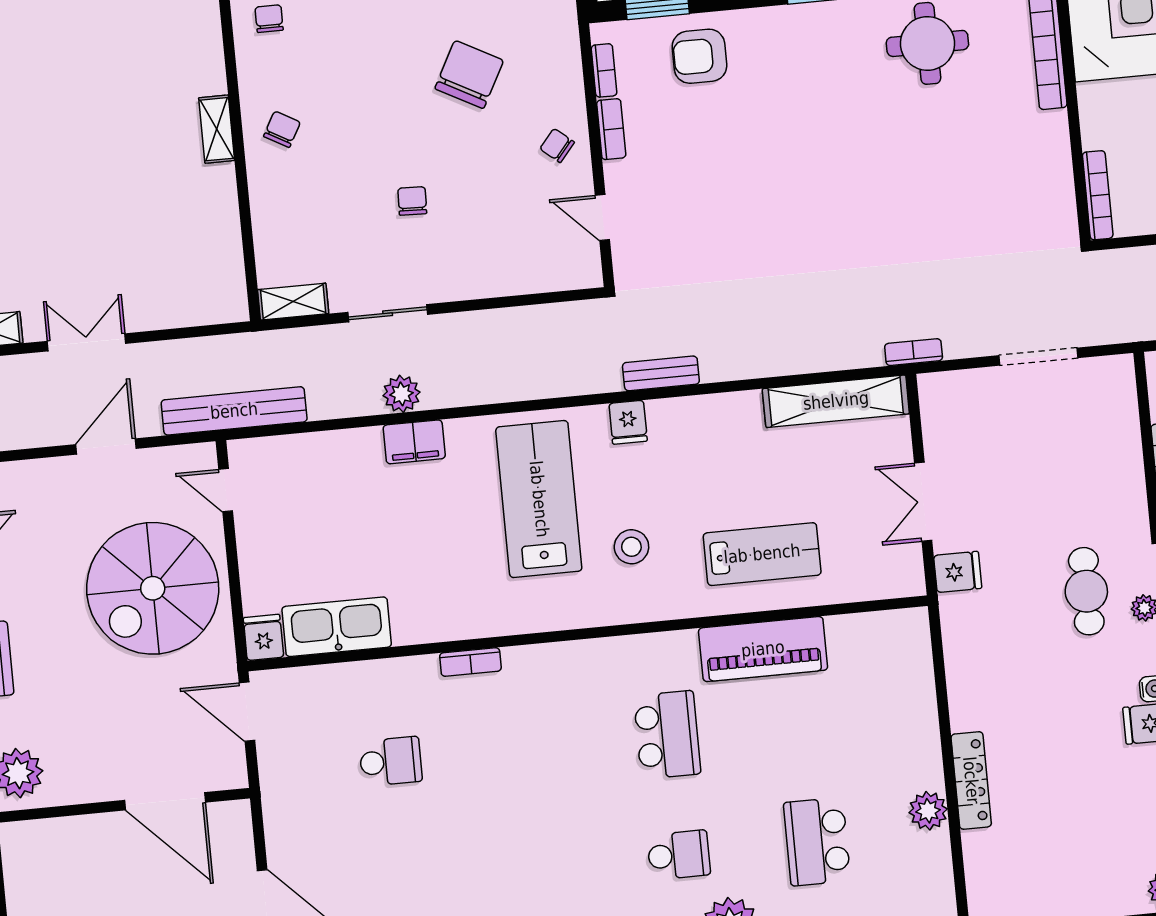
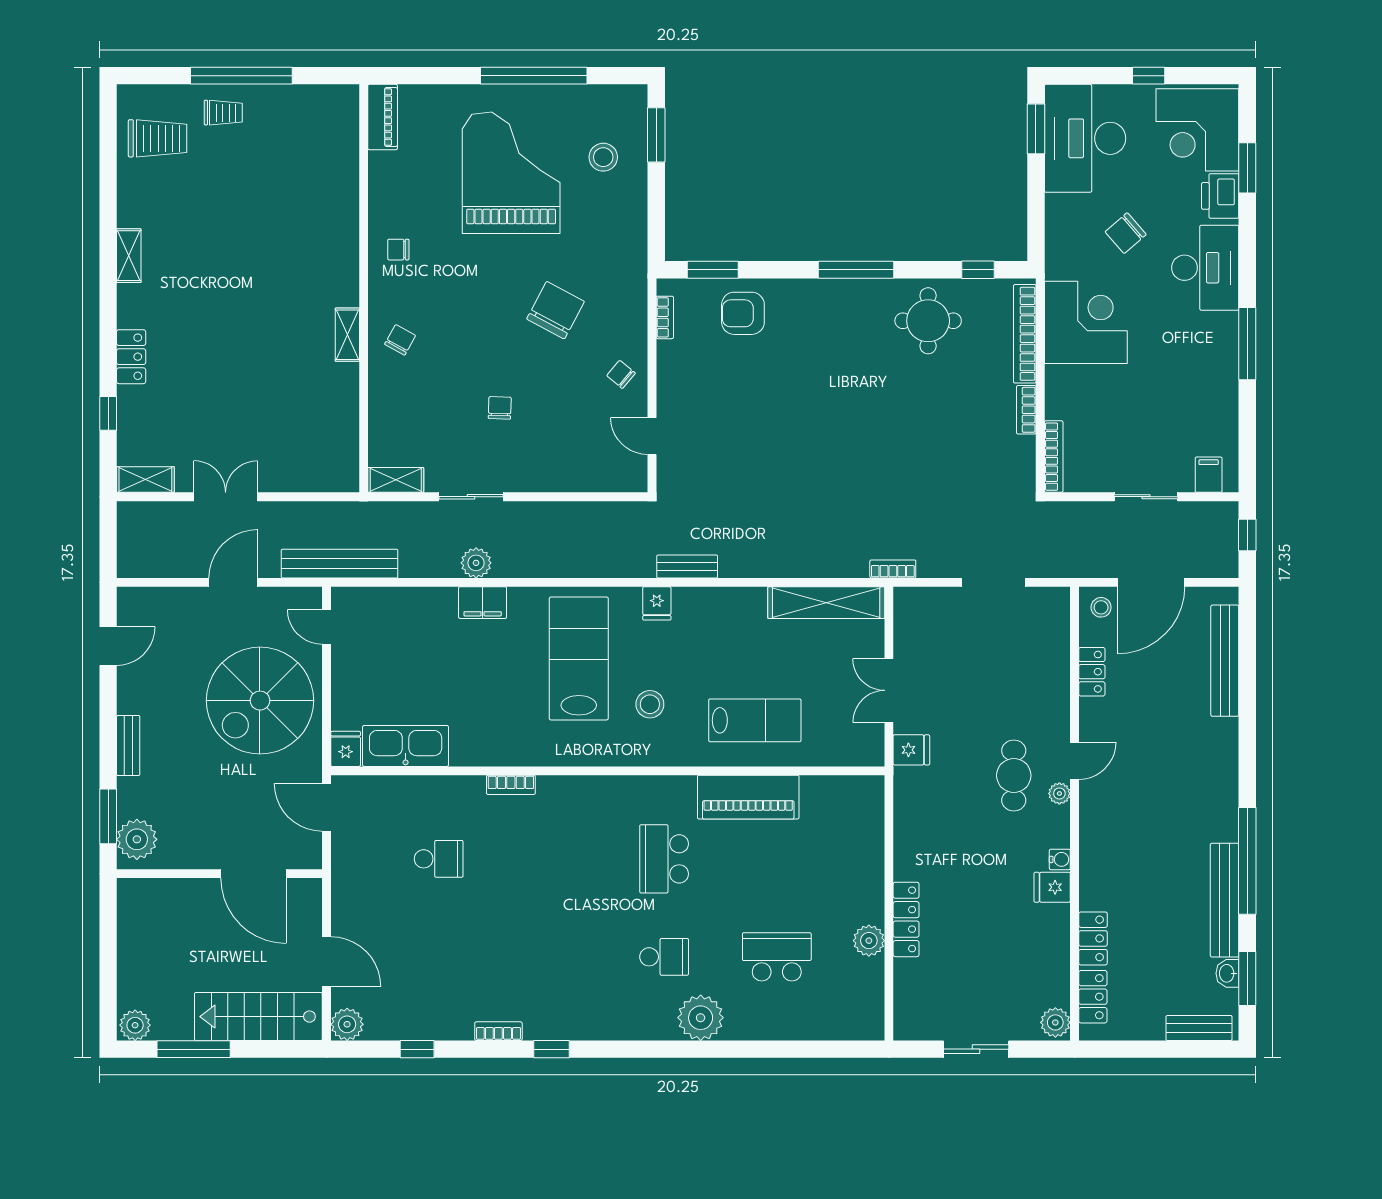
chair: (269, 19) -> (398, 250), turned -90
bookcase: (611, 129) -> (1026, 410), moved, turned 180
school desk: (667, 735) -> (664, 859), turned 180
school desk: (817, 842) -> (777, 957), turned 90

